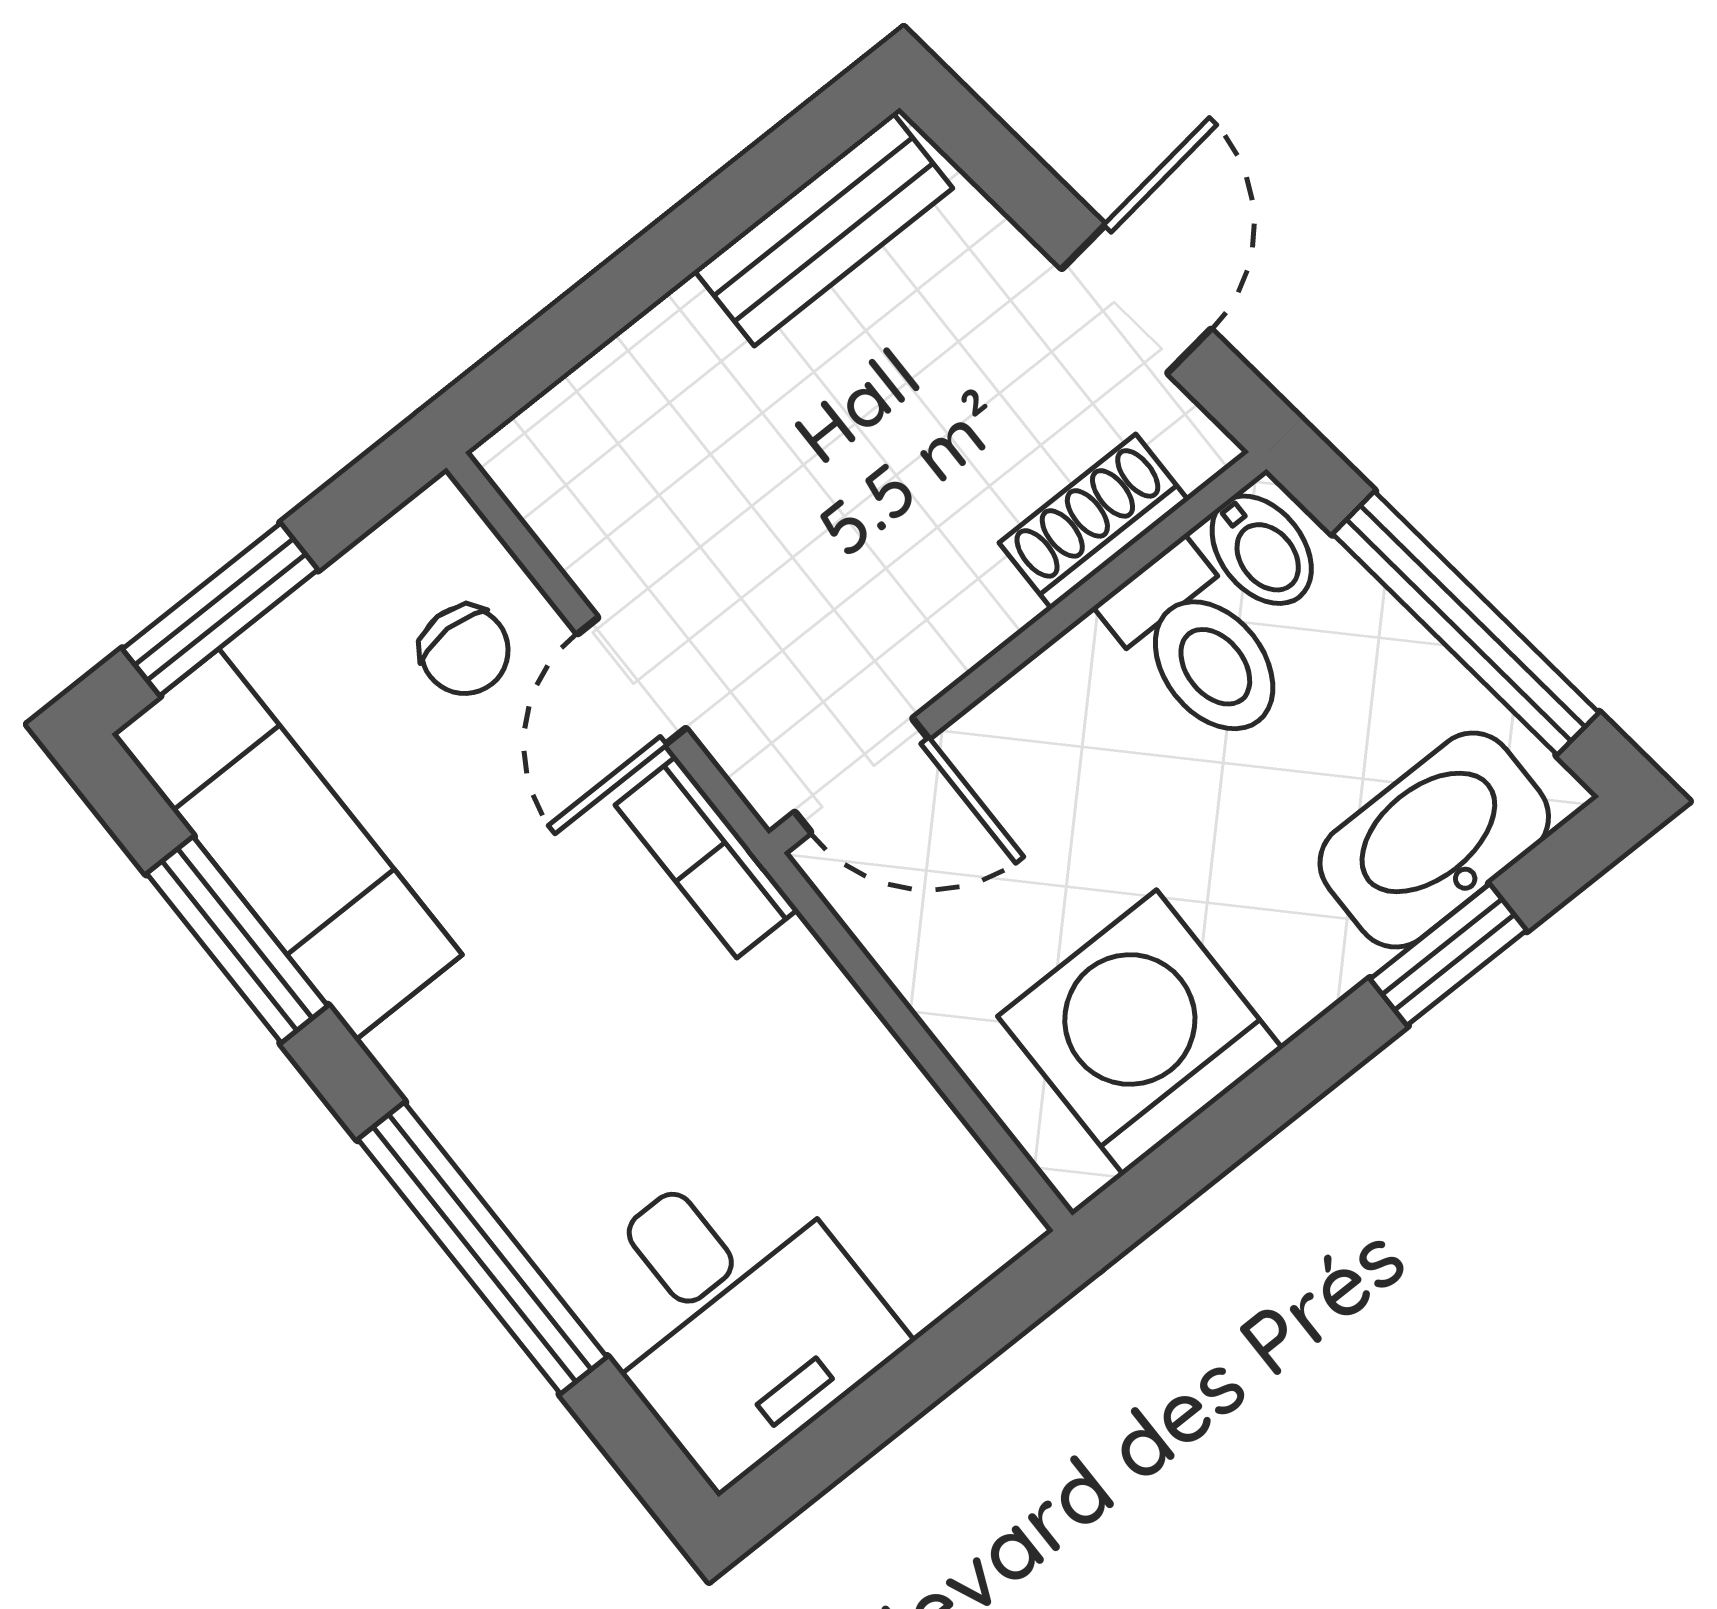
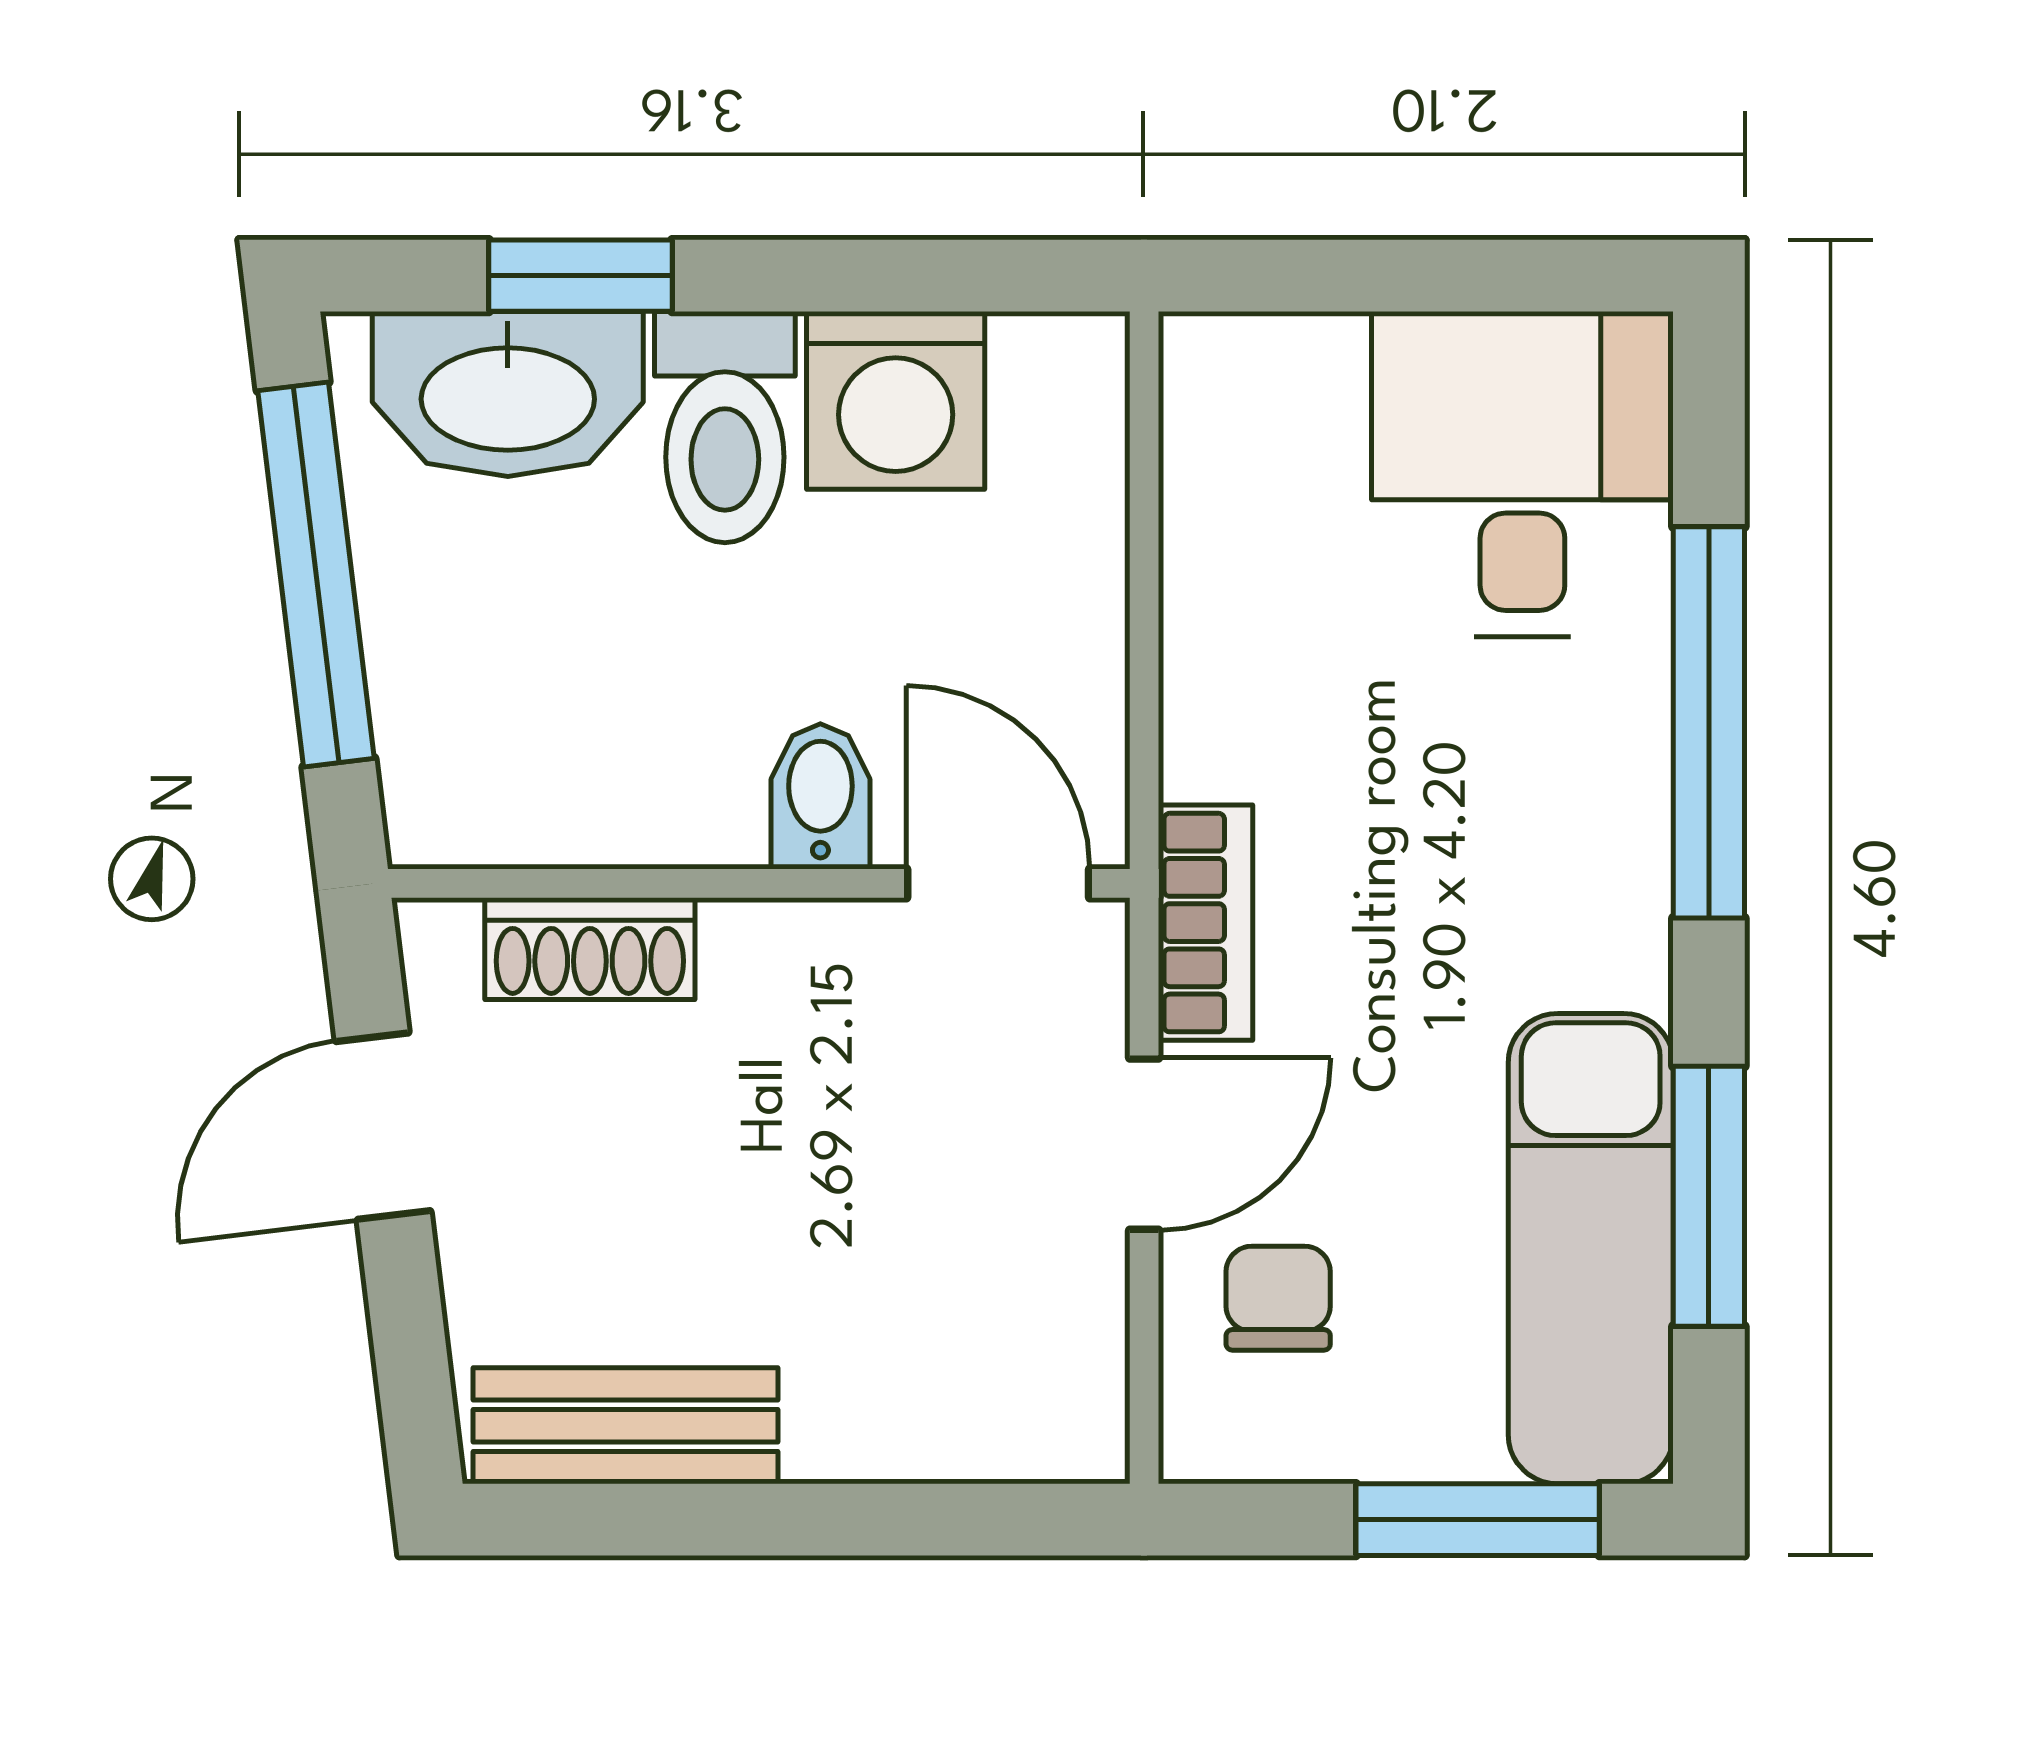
bidet: (1262, 550) -> (820, 796), moved
toilet: (1199, 646) -> (725, 427), moved, turned 180
washing machine: (1140, 1032) -> (896, 400), width x0.73, depth x0.73

